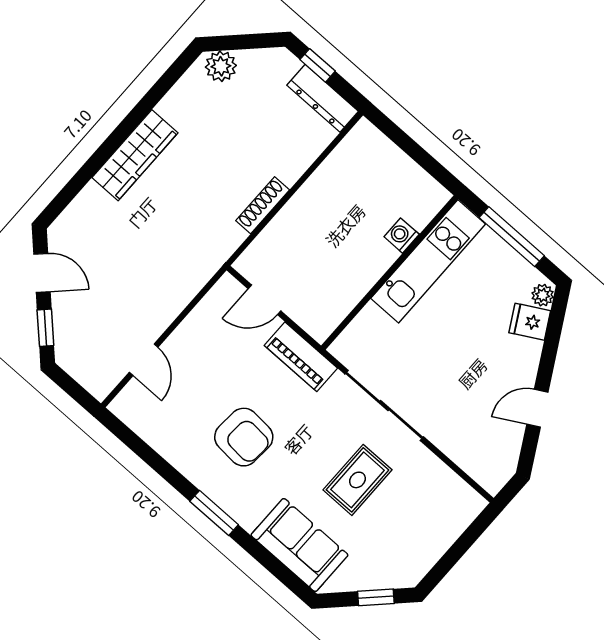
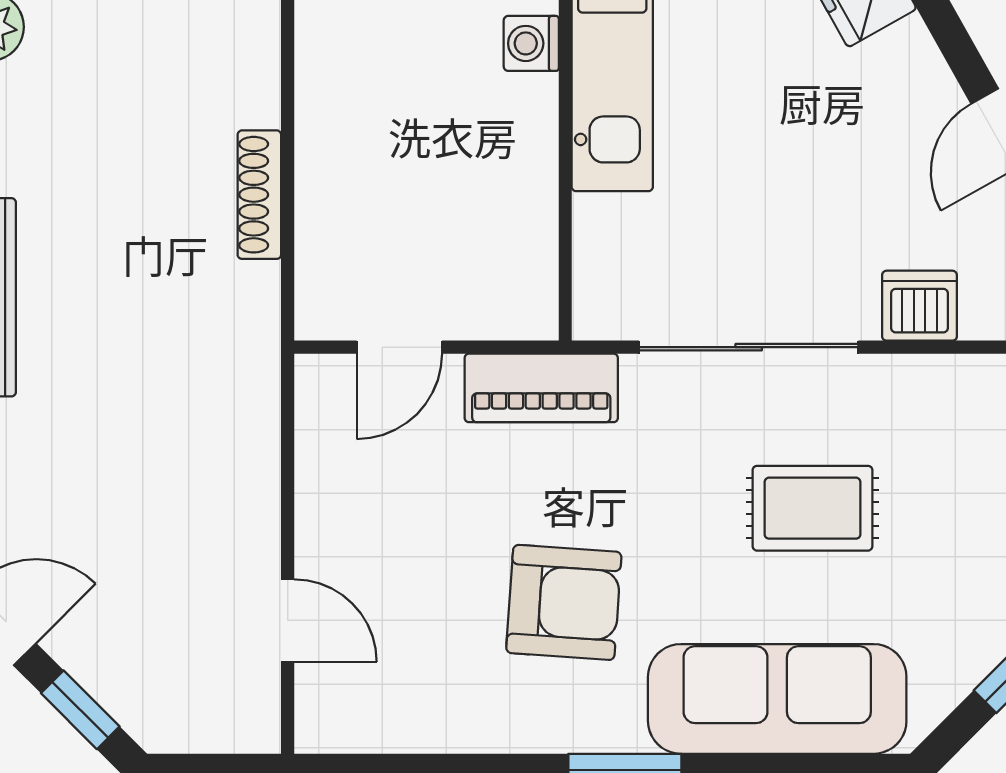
dishwasher: (455, 443) -> (920, 306), added
rug: (357, 480) -> (813, 508), turned 90
sofa: (299, 545) -> (777, 699), width x1.36

